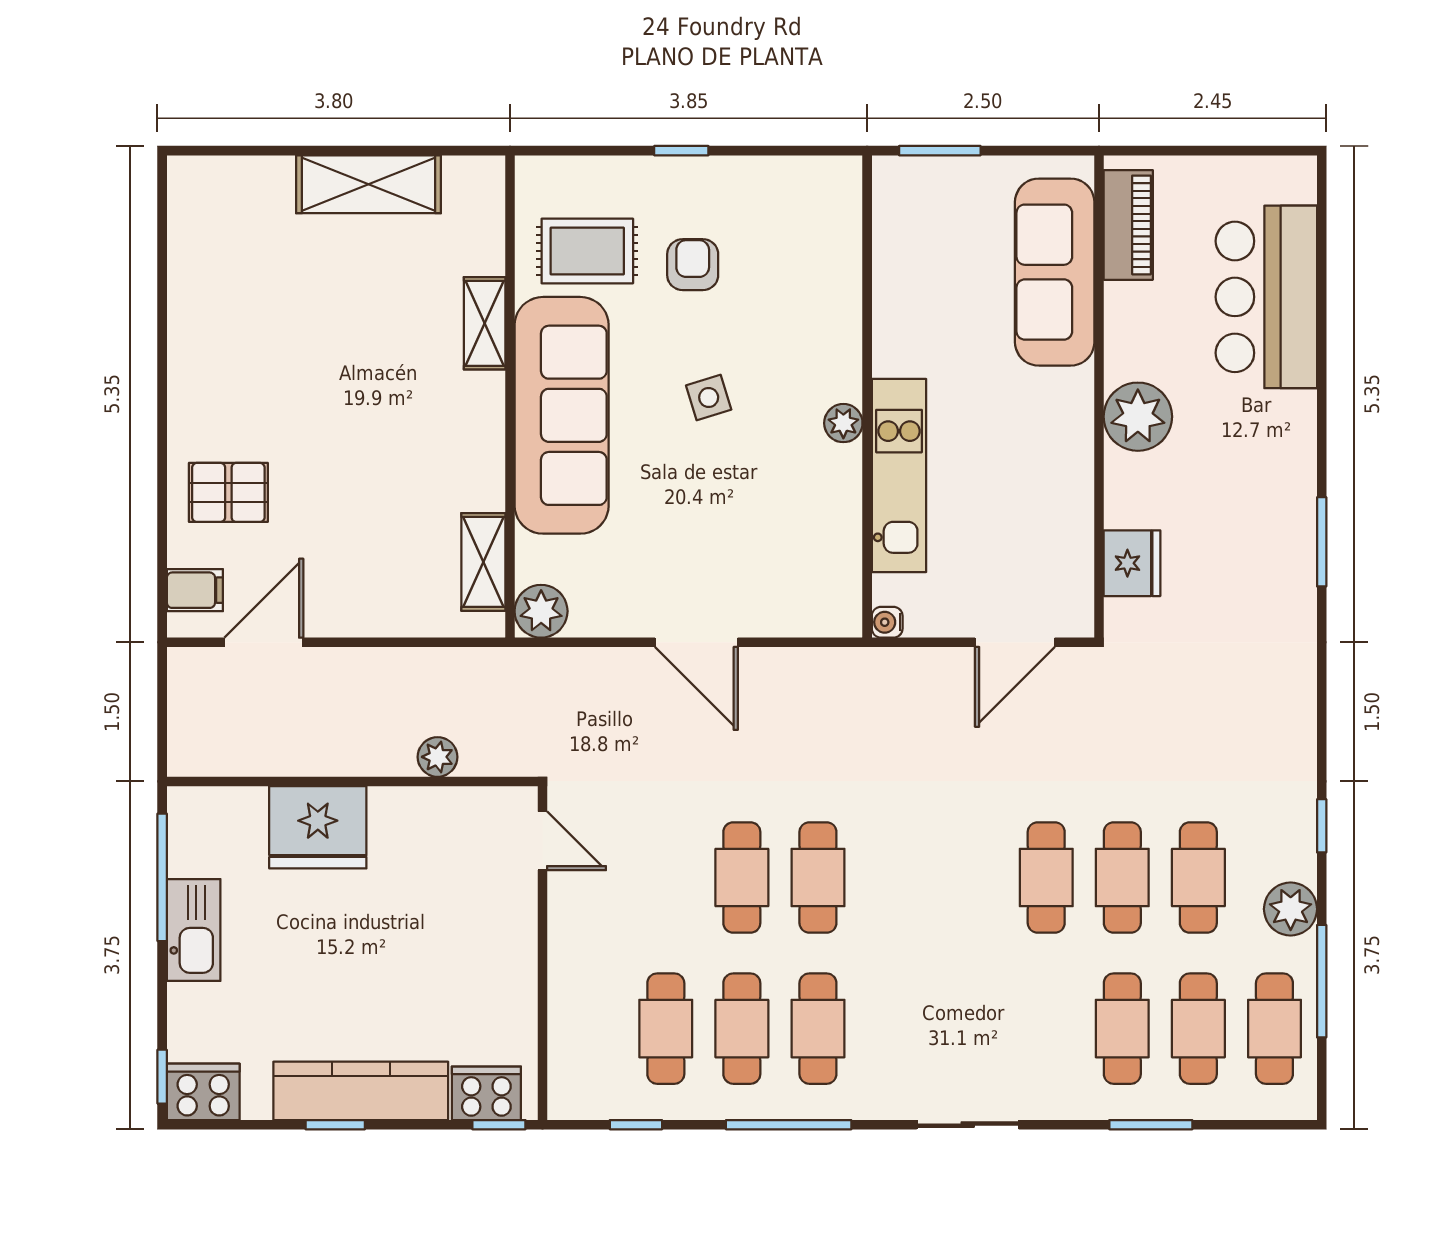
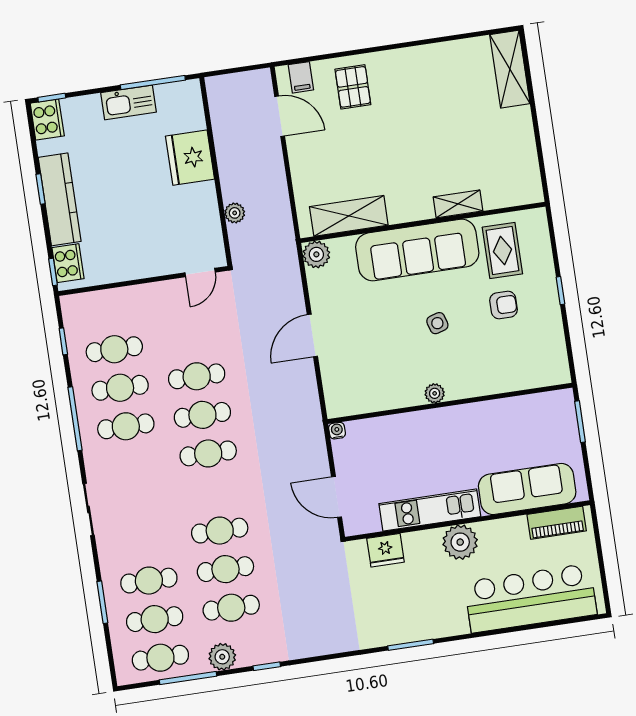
shelving: (369, 184) -> (510, 69), moved
bar counter: (1266, 297) -> (531, 598), width x1.36
kitchen unit: (899, 476) -> (430, 510), moved, turned 180
shelving: (483, 562) -> (349, 216), width x1.50, depth x1.33
cafe table: (894, 877) -> (208, 453), added

